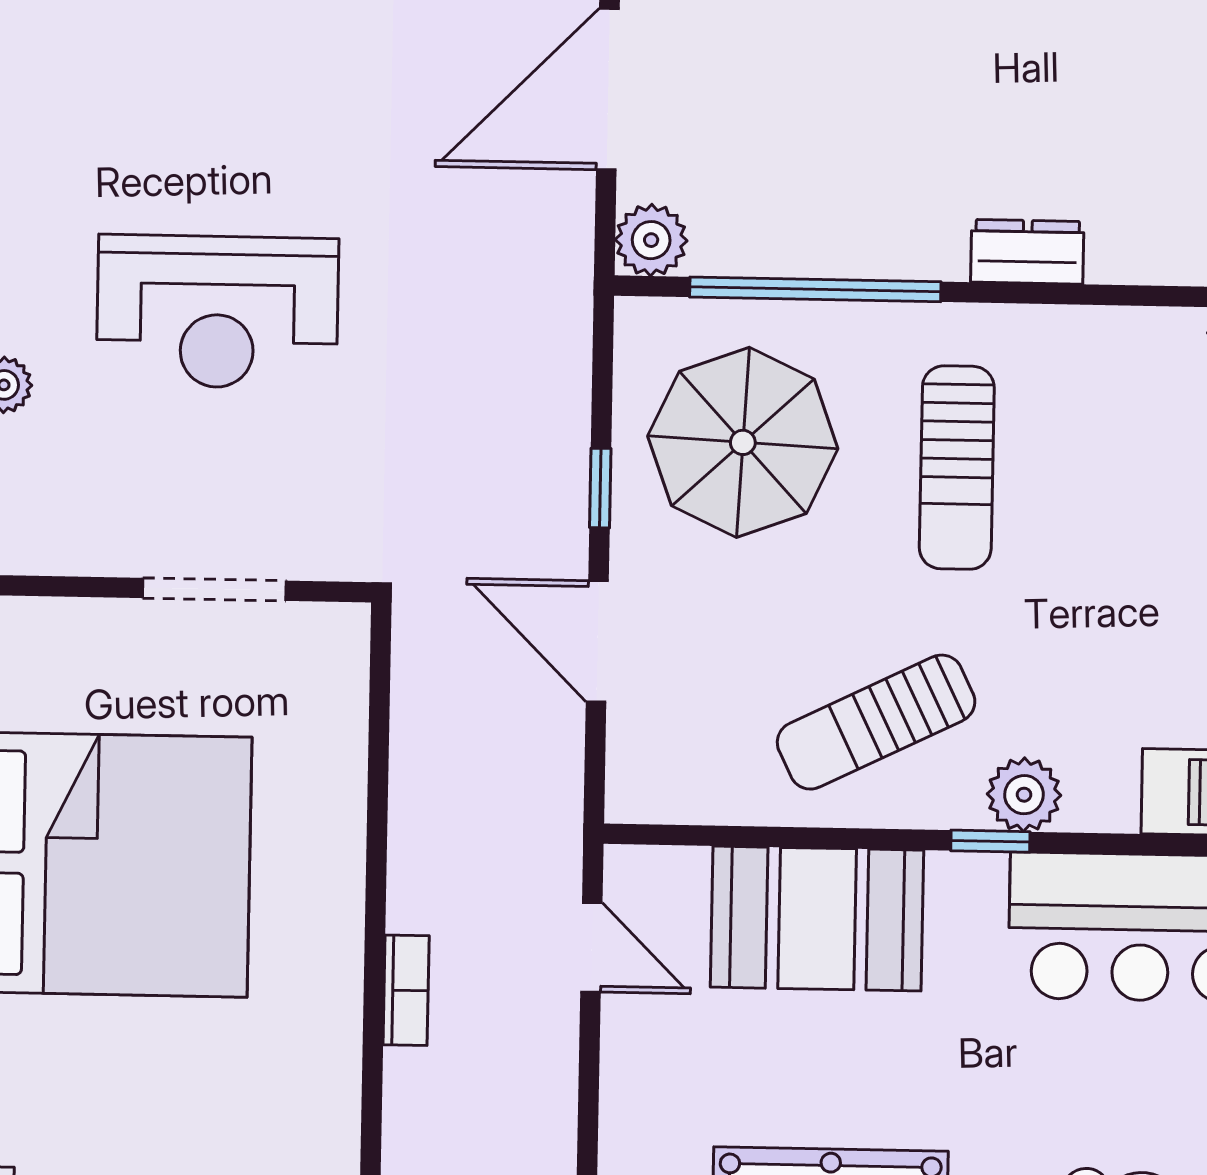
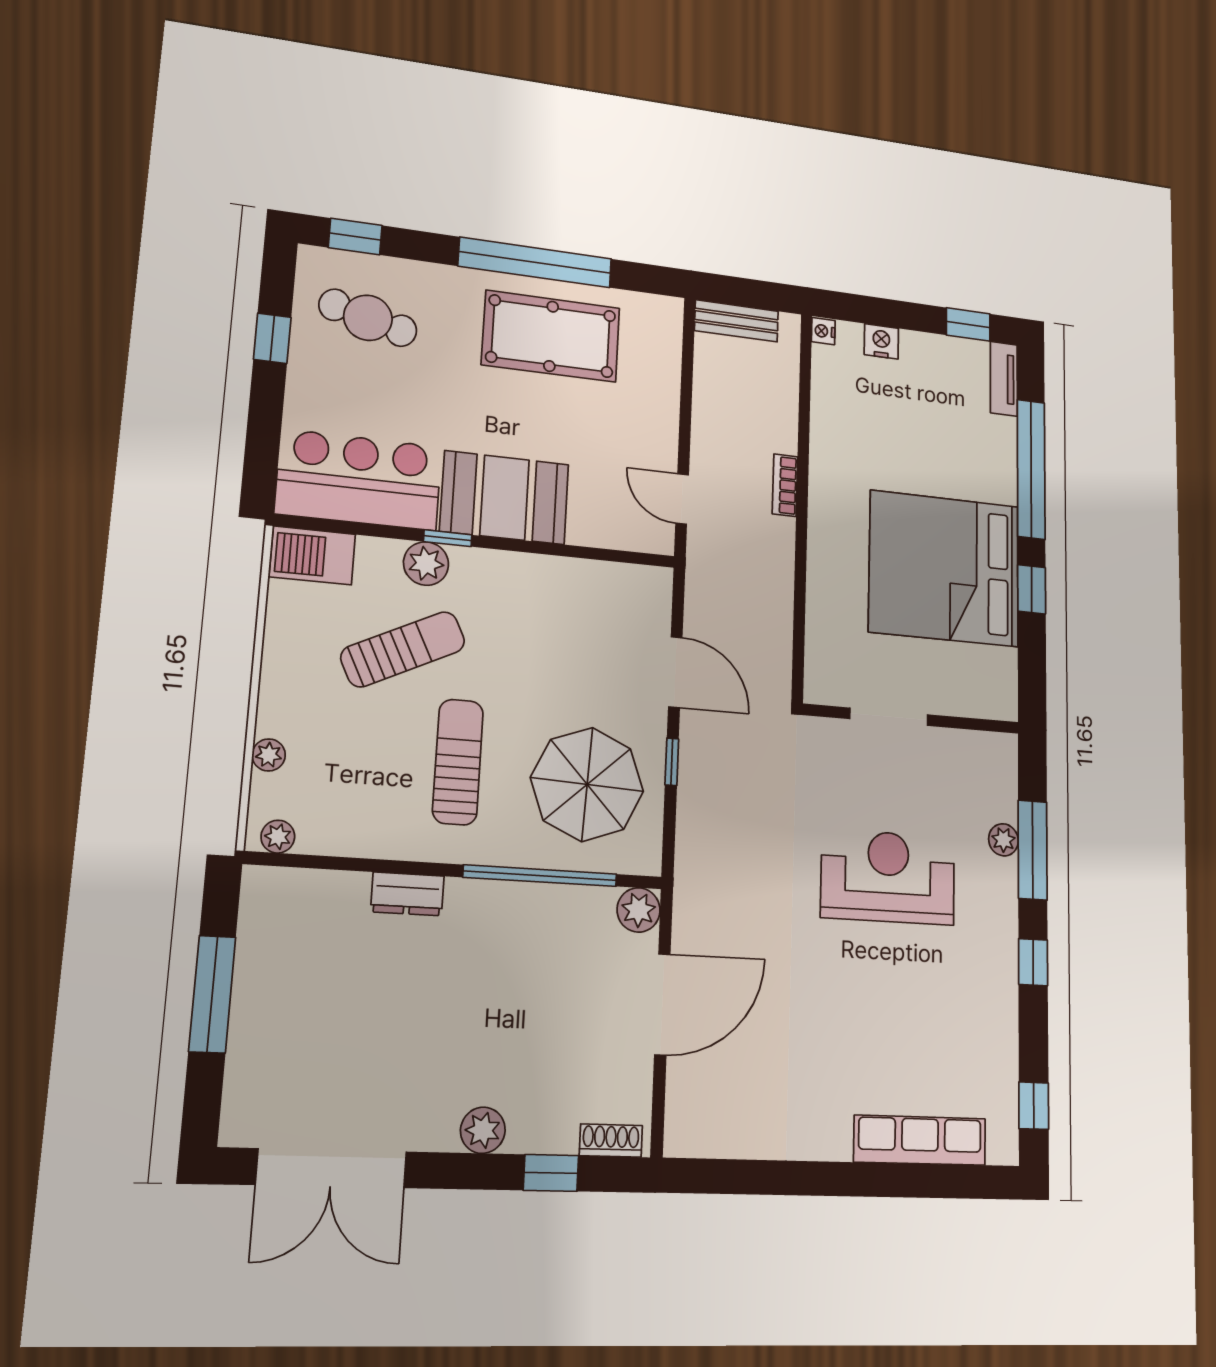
sun lounger: (876, 722) -> (403, 649), moved
booth: (817, 919) -> (505, 498), moved

